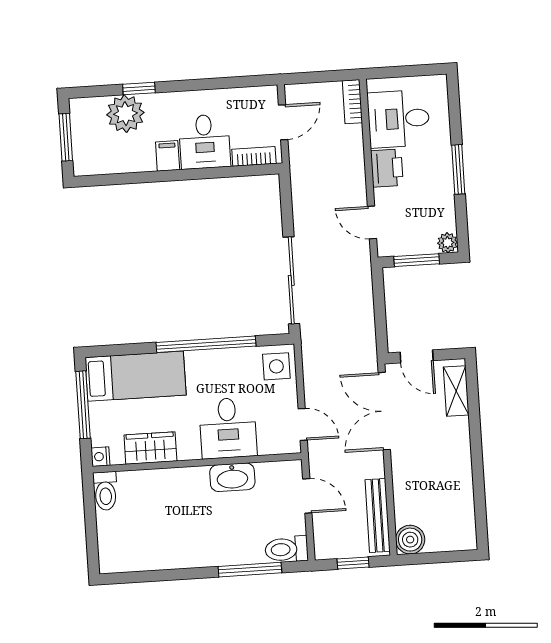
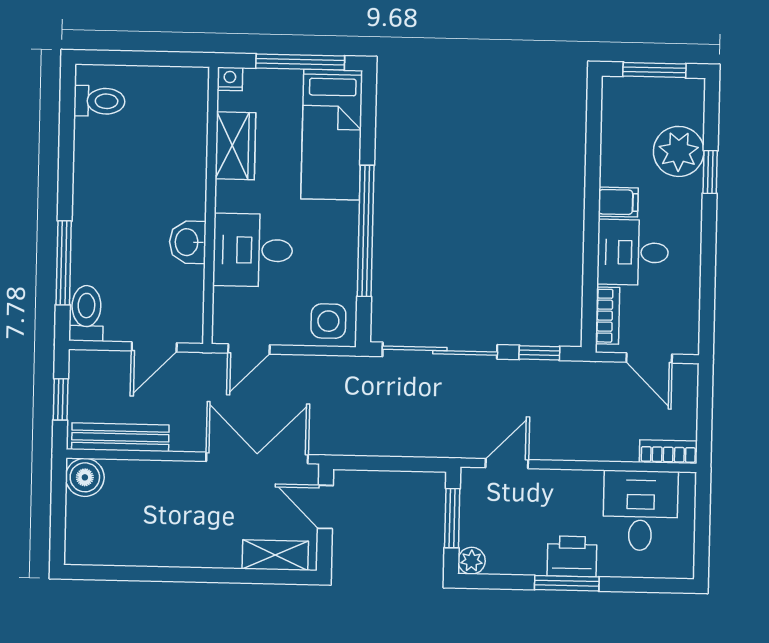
printer: (387, 168) -> (572, 556), moved, turned 180
window: (286, 205) -> (539, 353), added
door: (417, 356) -> (325, 507), hinge flipped
washbasin: (232, 477) -> (188, 242), width x0.72
toilet: (105, 491) -> (99, 101), moved, turned 180

